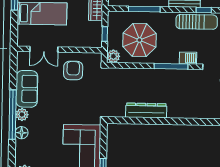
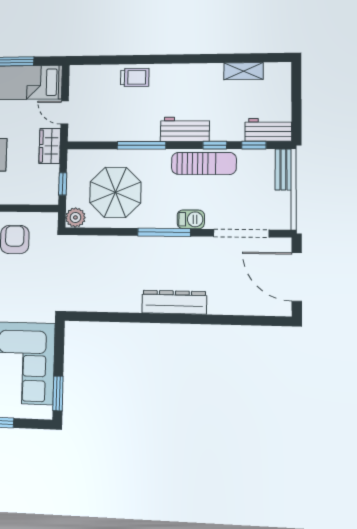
window: (144, 9) -> (141, 145), moved
dresser: (146, 110) -> (174, 302), moved

